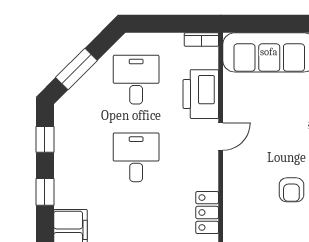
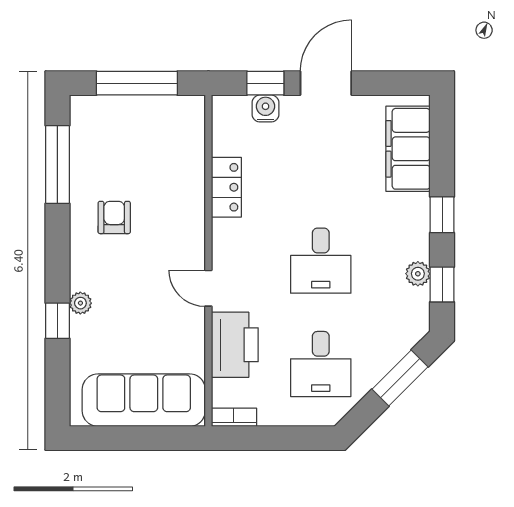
door: (221, 137) -> (208, 288), hinge flipped
plant: (63, 147) -> (418, 274), added

